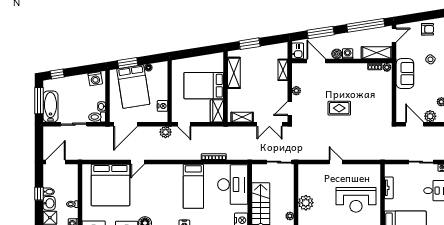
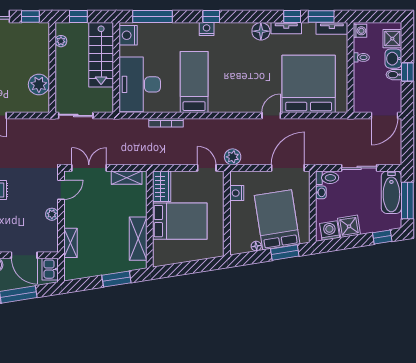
shower: (81, 82) -> (349, 226), added
plant: (306, 203) -> (39, 85), moved

